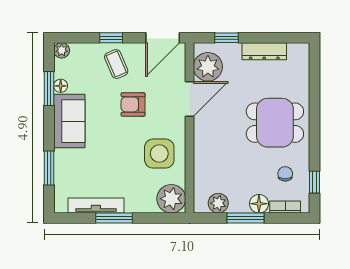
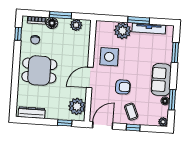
dresser: (264, 51) -> (32, 113), moved
door: (190, 99) -> (90, 78), moved
plant: (171, 199) -> (123, 31), moved

